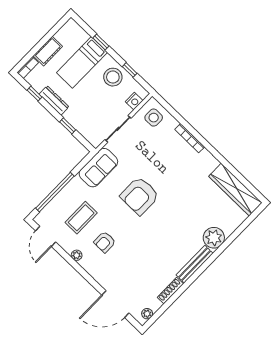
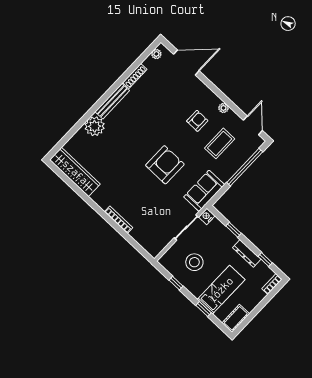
cot: (48, 51) -> (236, 318), moved
stool: (113, 77) -> (194, 262), moved
nightstand: (134, 101) -> (207, 216), moved
side table: (154, 118) -> (153, 239), removed

